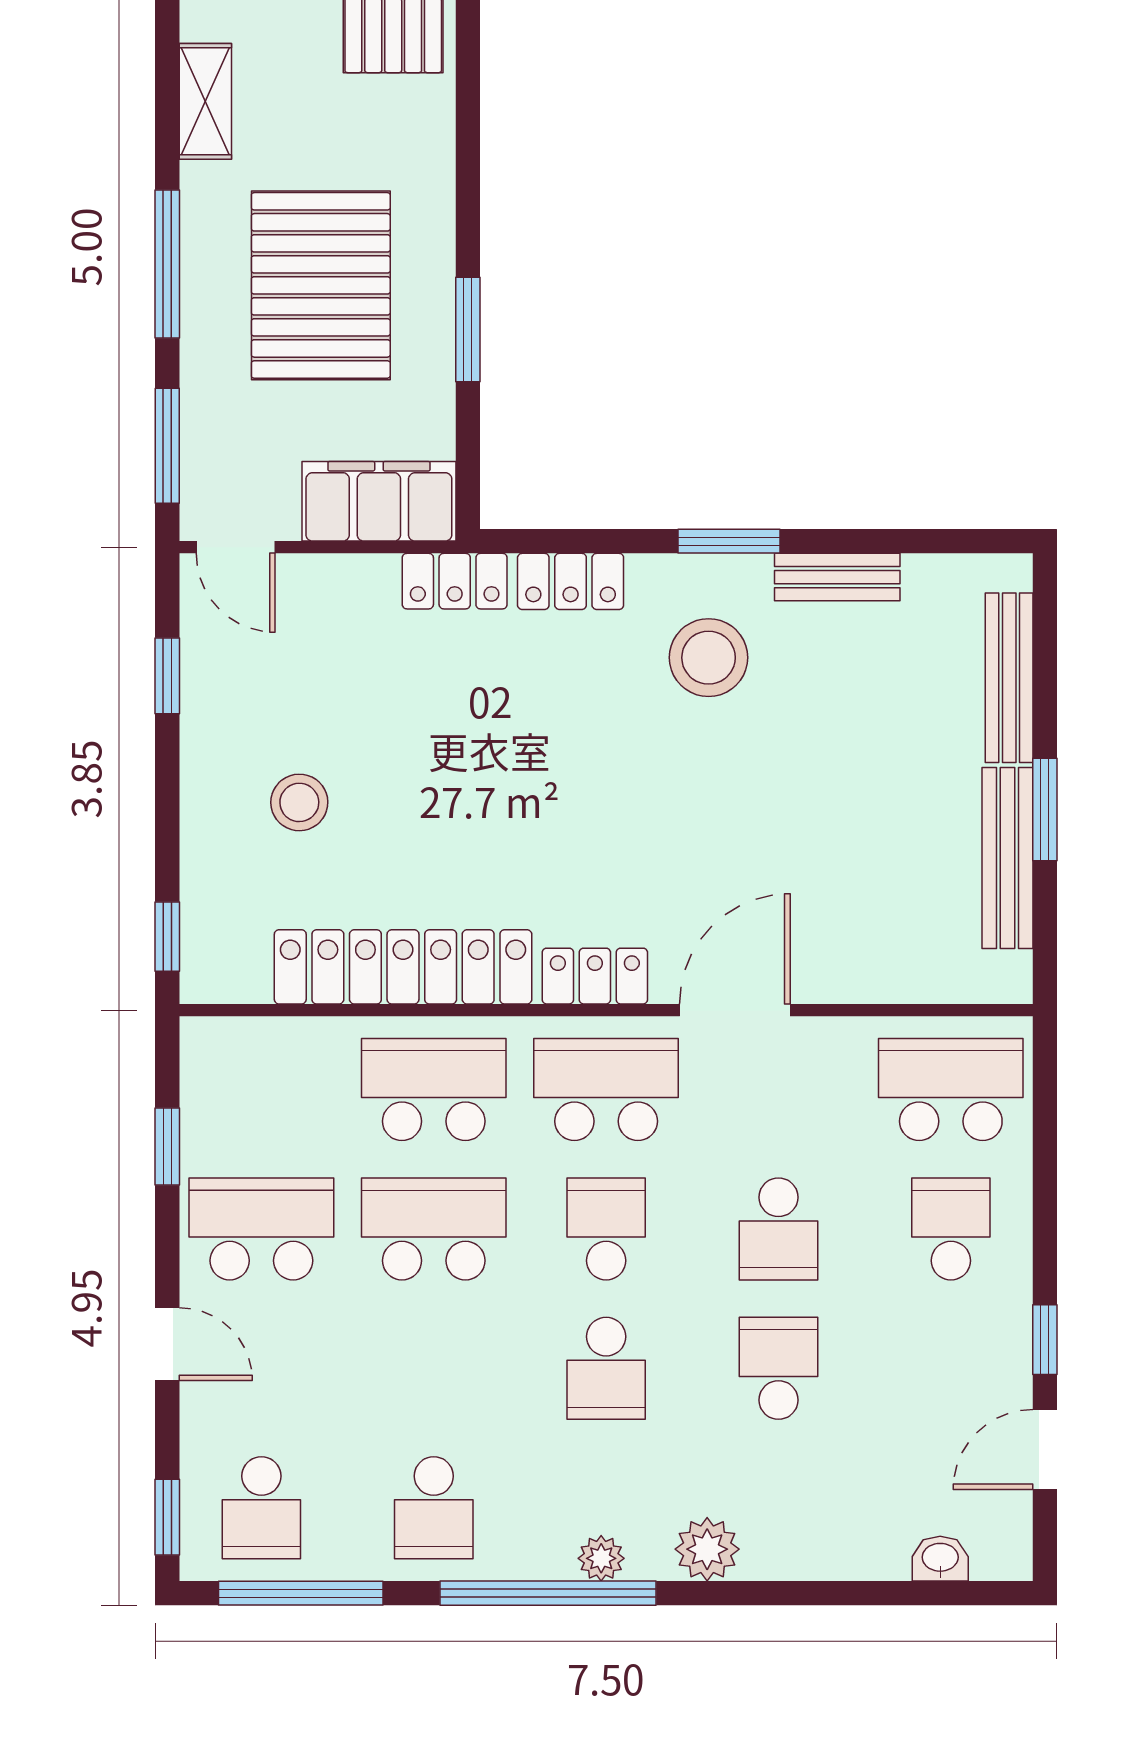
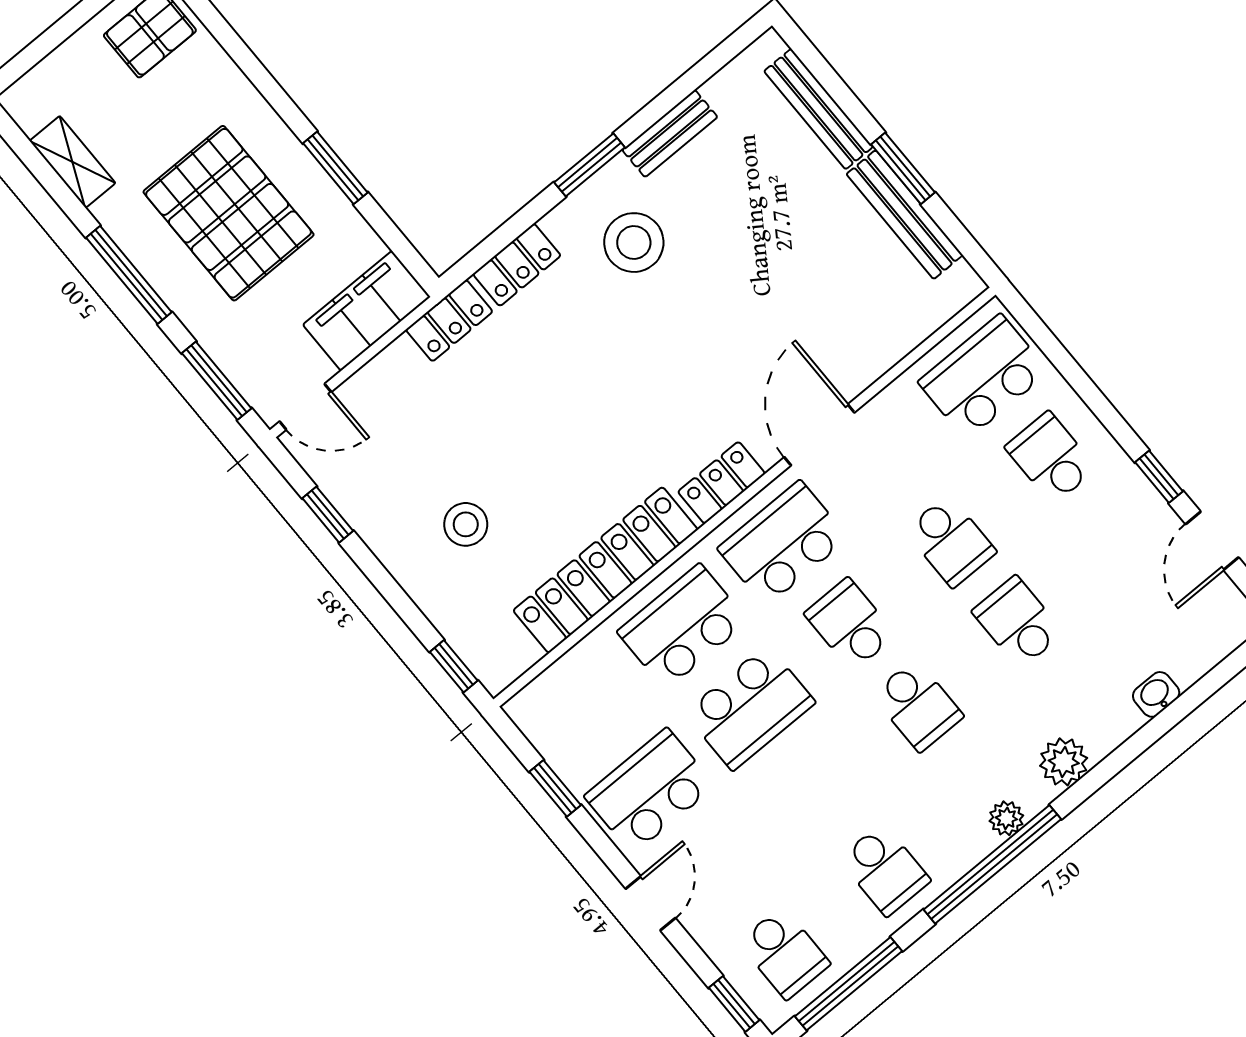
school desk: (434, 1229) -> (750, 708), turned 180
door: (167, 1344) -> (651, 903), hinge flipped
washbasin: (940, 1559) -> (1156, 694), moved

